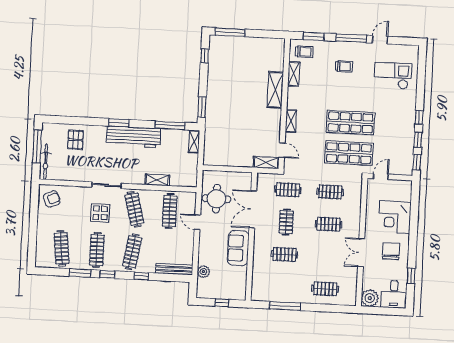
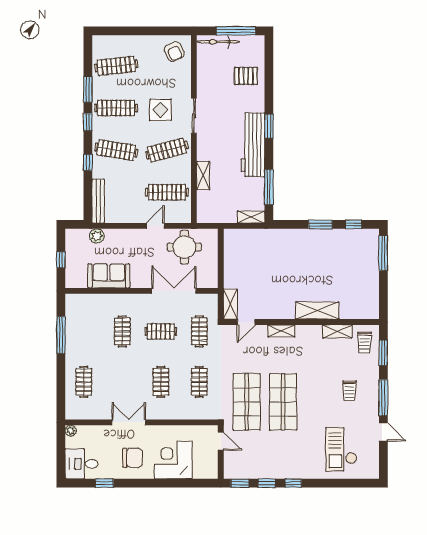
checkout: (393, 76) -> (341, 449), turned 180
window: (202, 107) -> (320, 224), moved
sofa: (238, 248) -> (109, 276), moved
plant: (370, 298) -> (71, 431), width x0.53, depth x0.53

